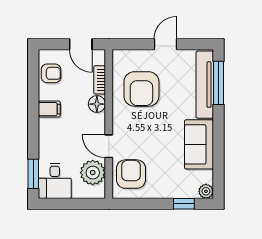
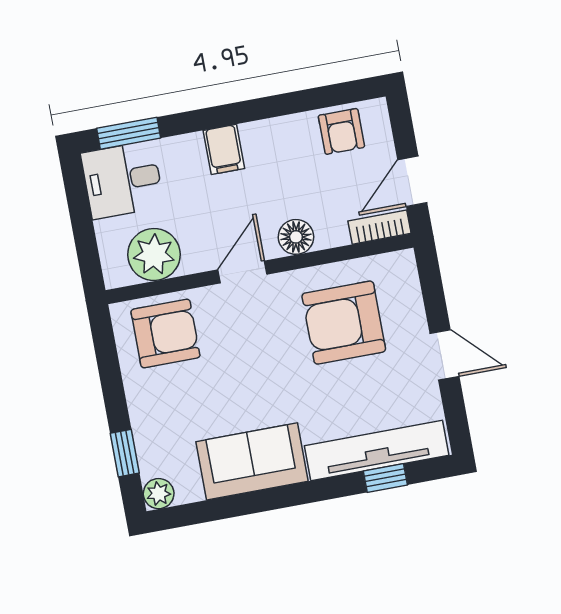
bookcase: (100, 80) -> (379, 227), moved
window: (218, 83) -> (385, 478), width x0.46
filing cabinet: (49, 109) -> (224, 149), moved
door: (109, 146) -> (242, 272), moved

